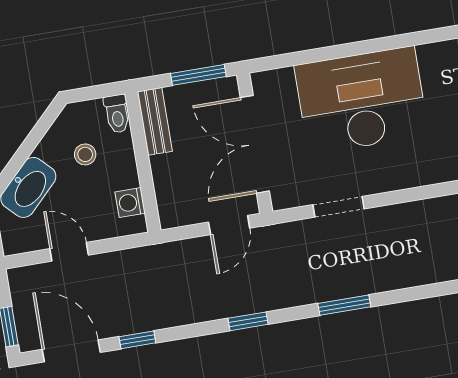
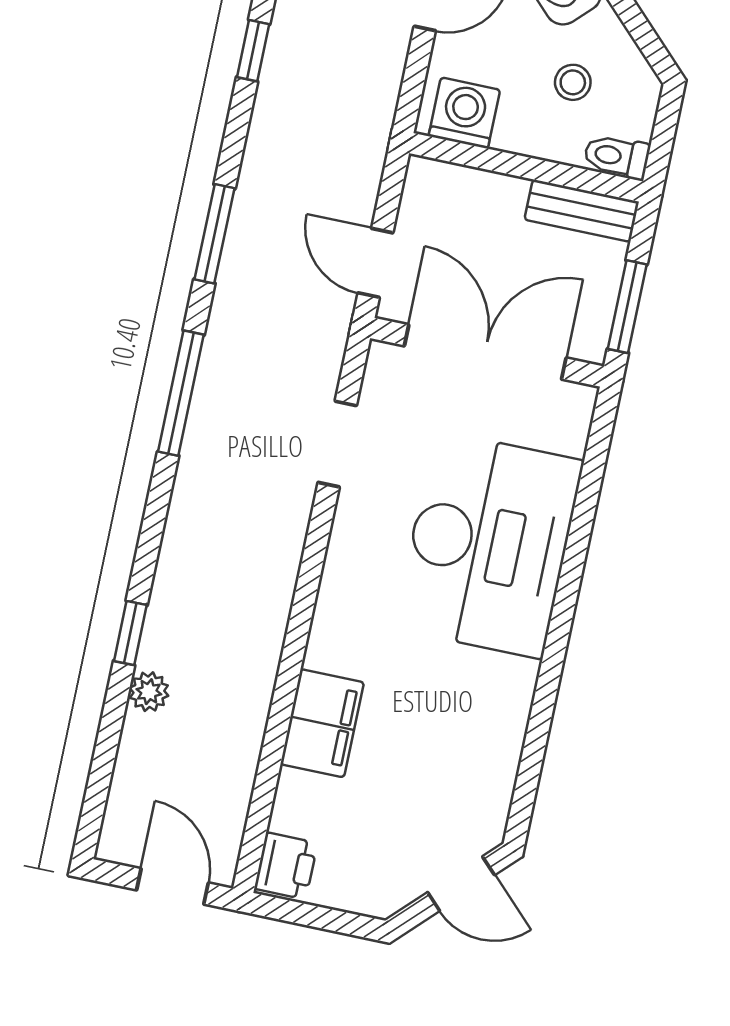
washing machine: (130, 203) -> (464, 113), width x1.38, depth x1.38
window: (344, 305) -> (181, 393), width x1.44
window: (248, 321) -> (215, 234), width x1.50

